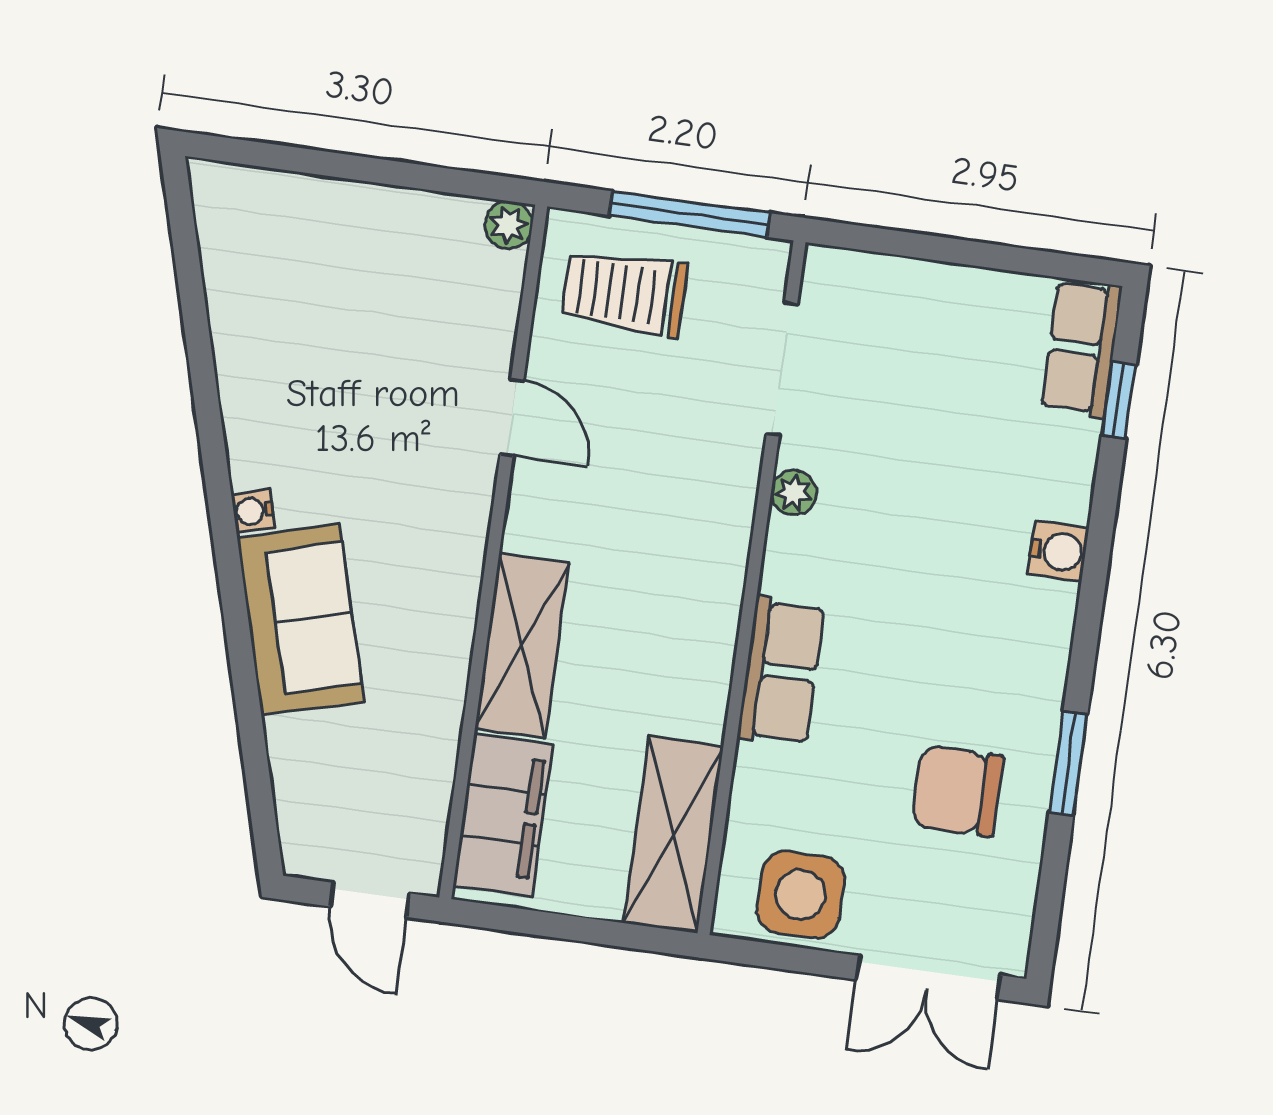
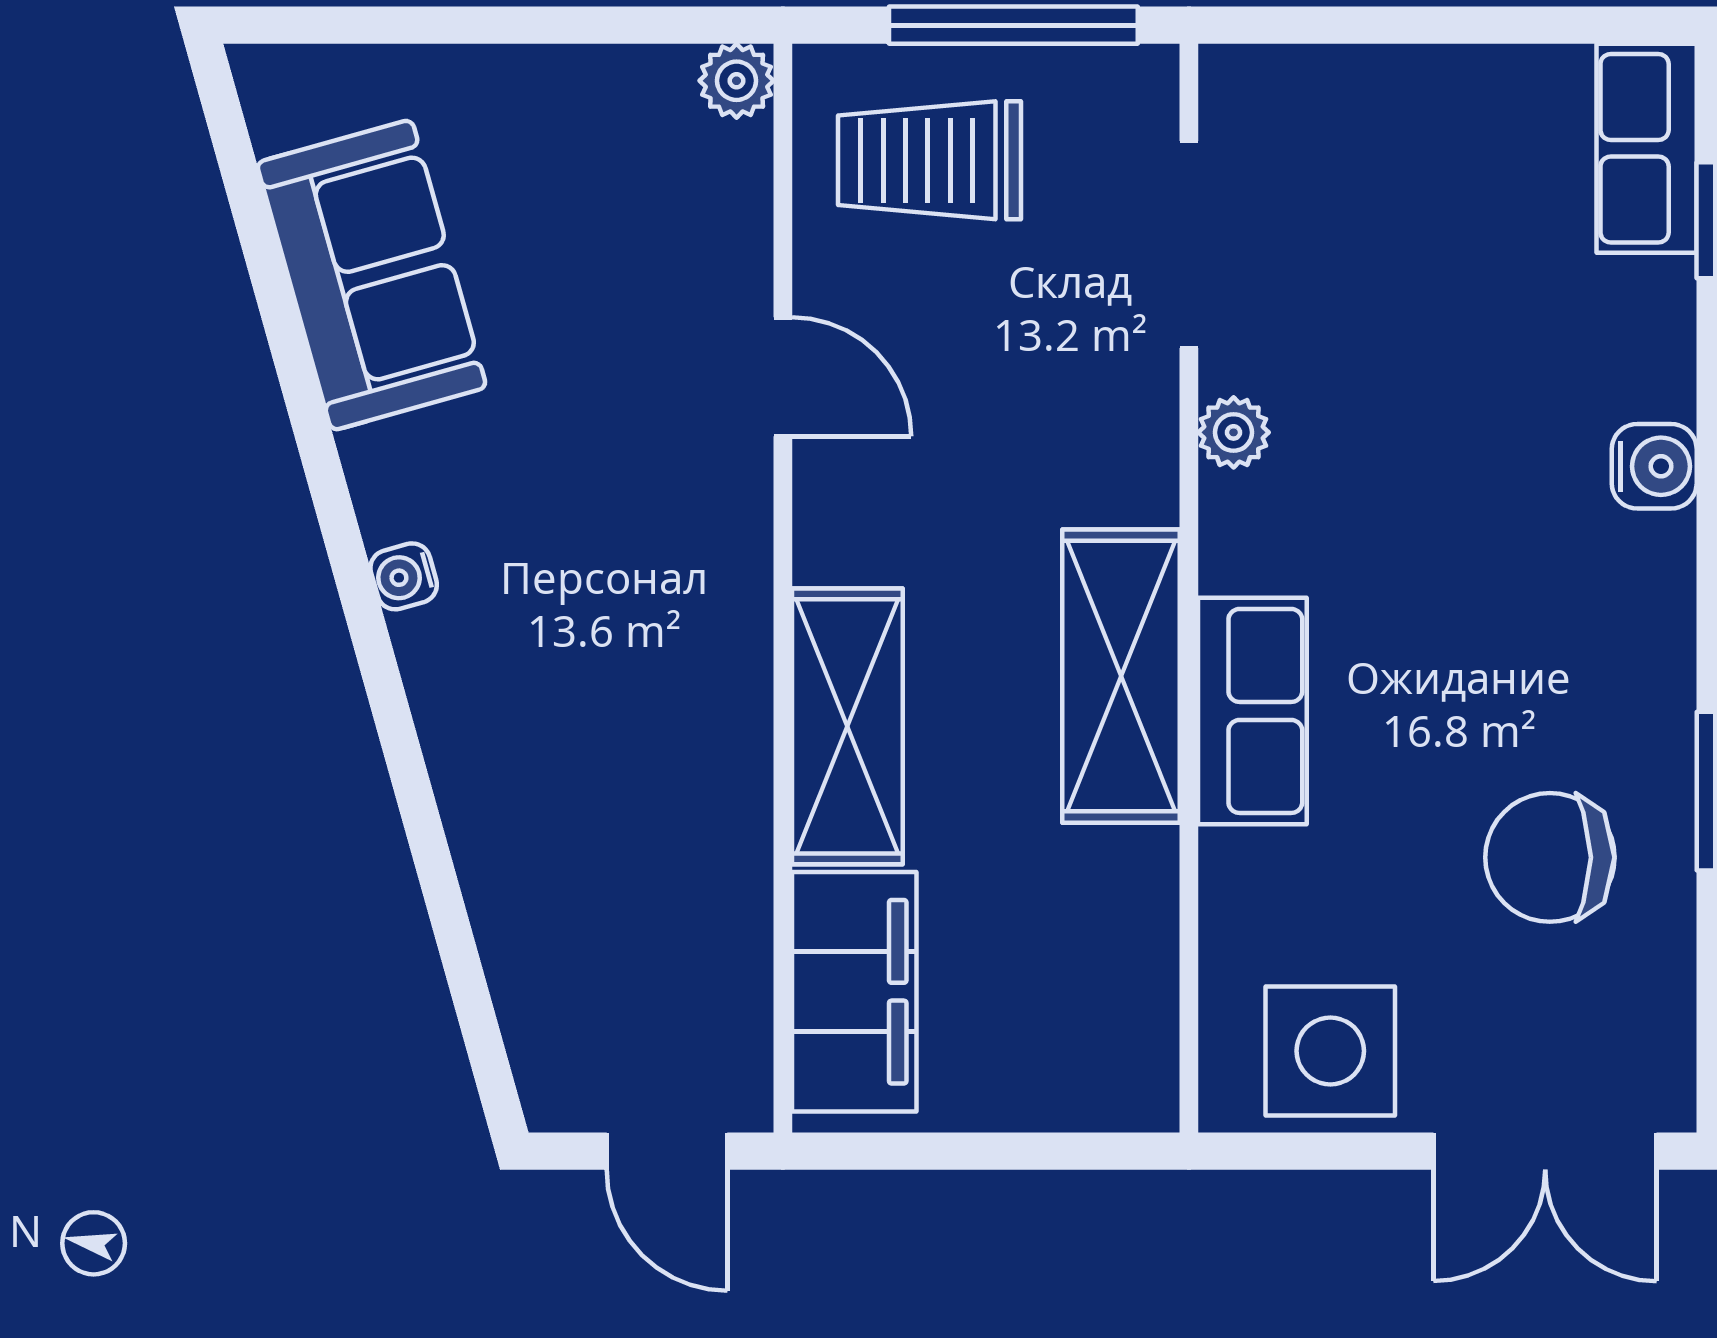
sofa: (300, 619) -> (372, 275), moved
shelving: (673, 835) -> (1121, 676), moved

